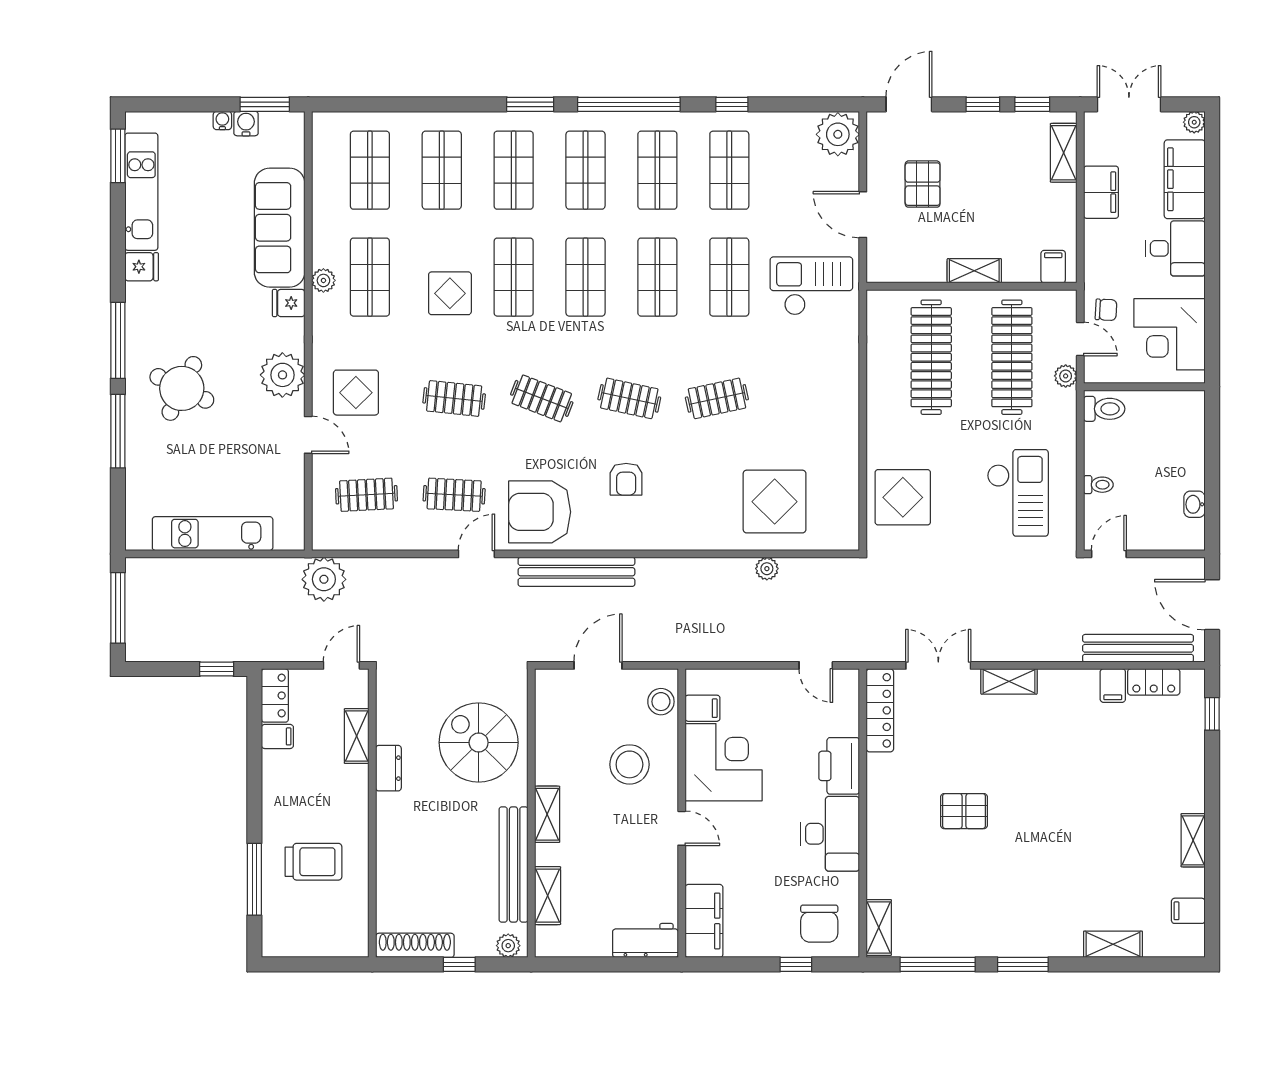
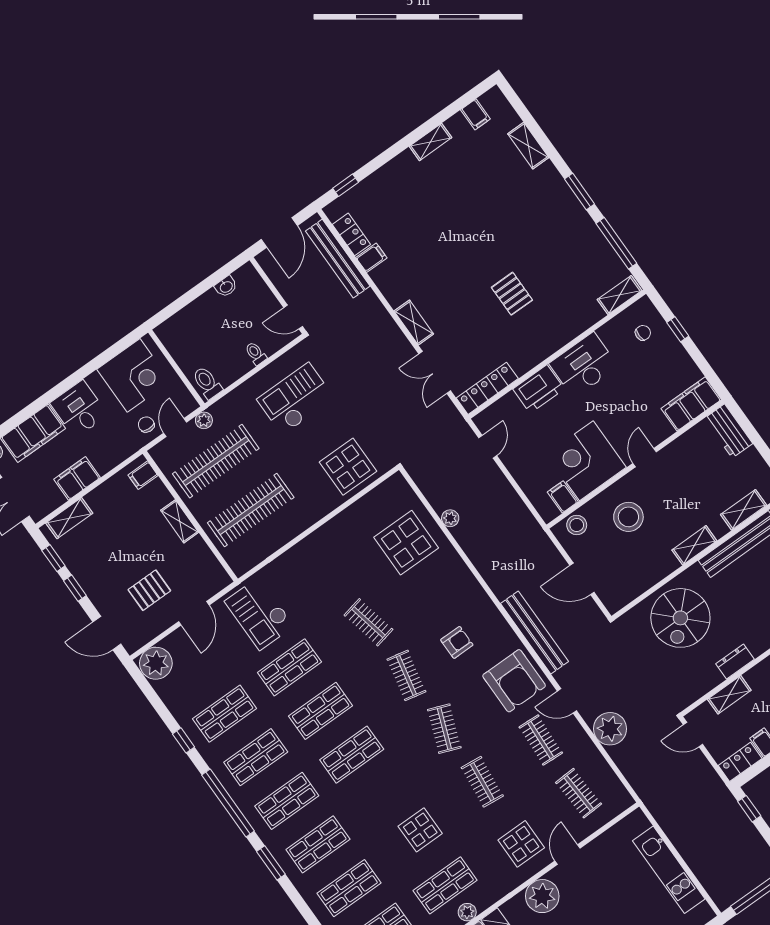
shop shelf: (514, 277) -> (383, 798), removed
plant: (324, 579) -> (610, 729), moved
chair: (819, 924) -> (643, 333), width x0.54, depth x0.54

